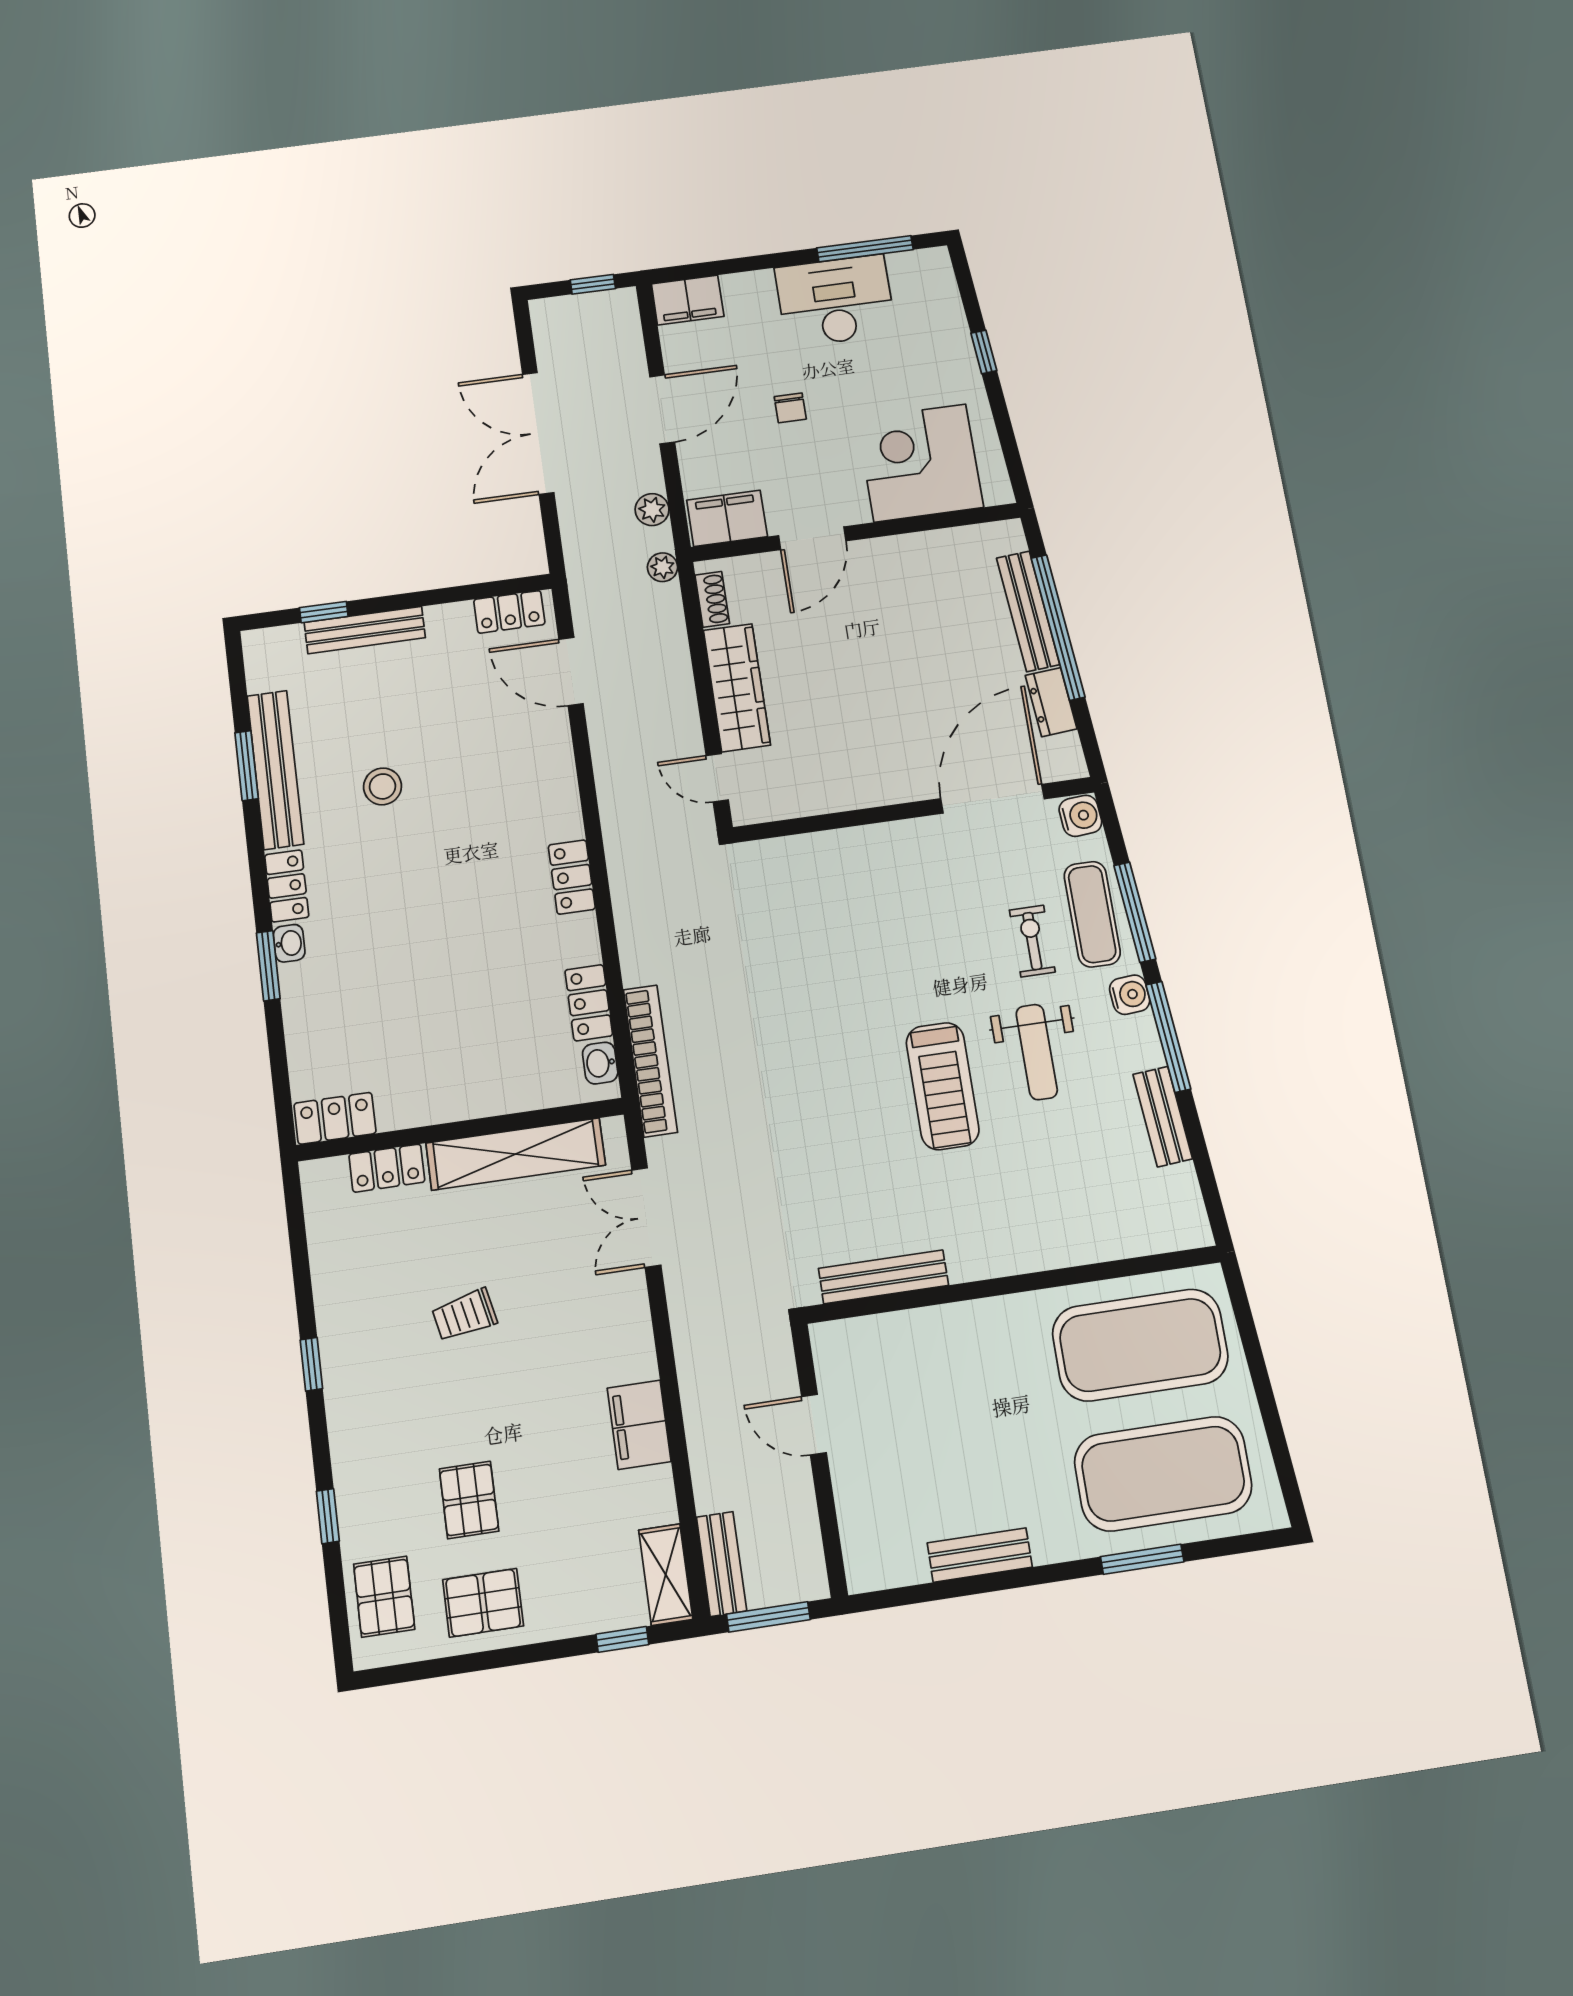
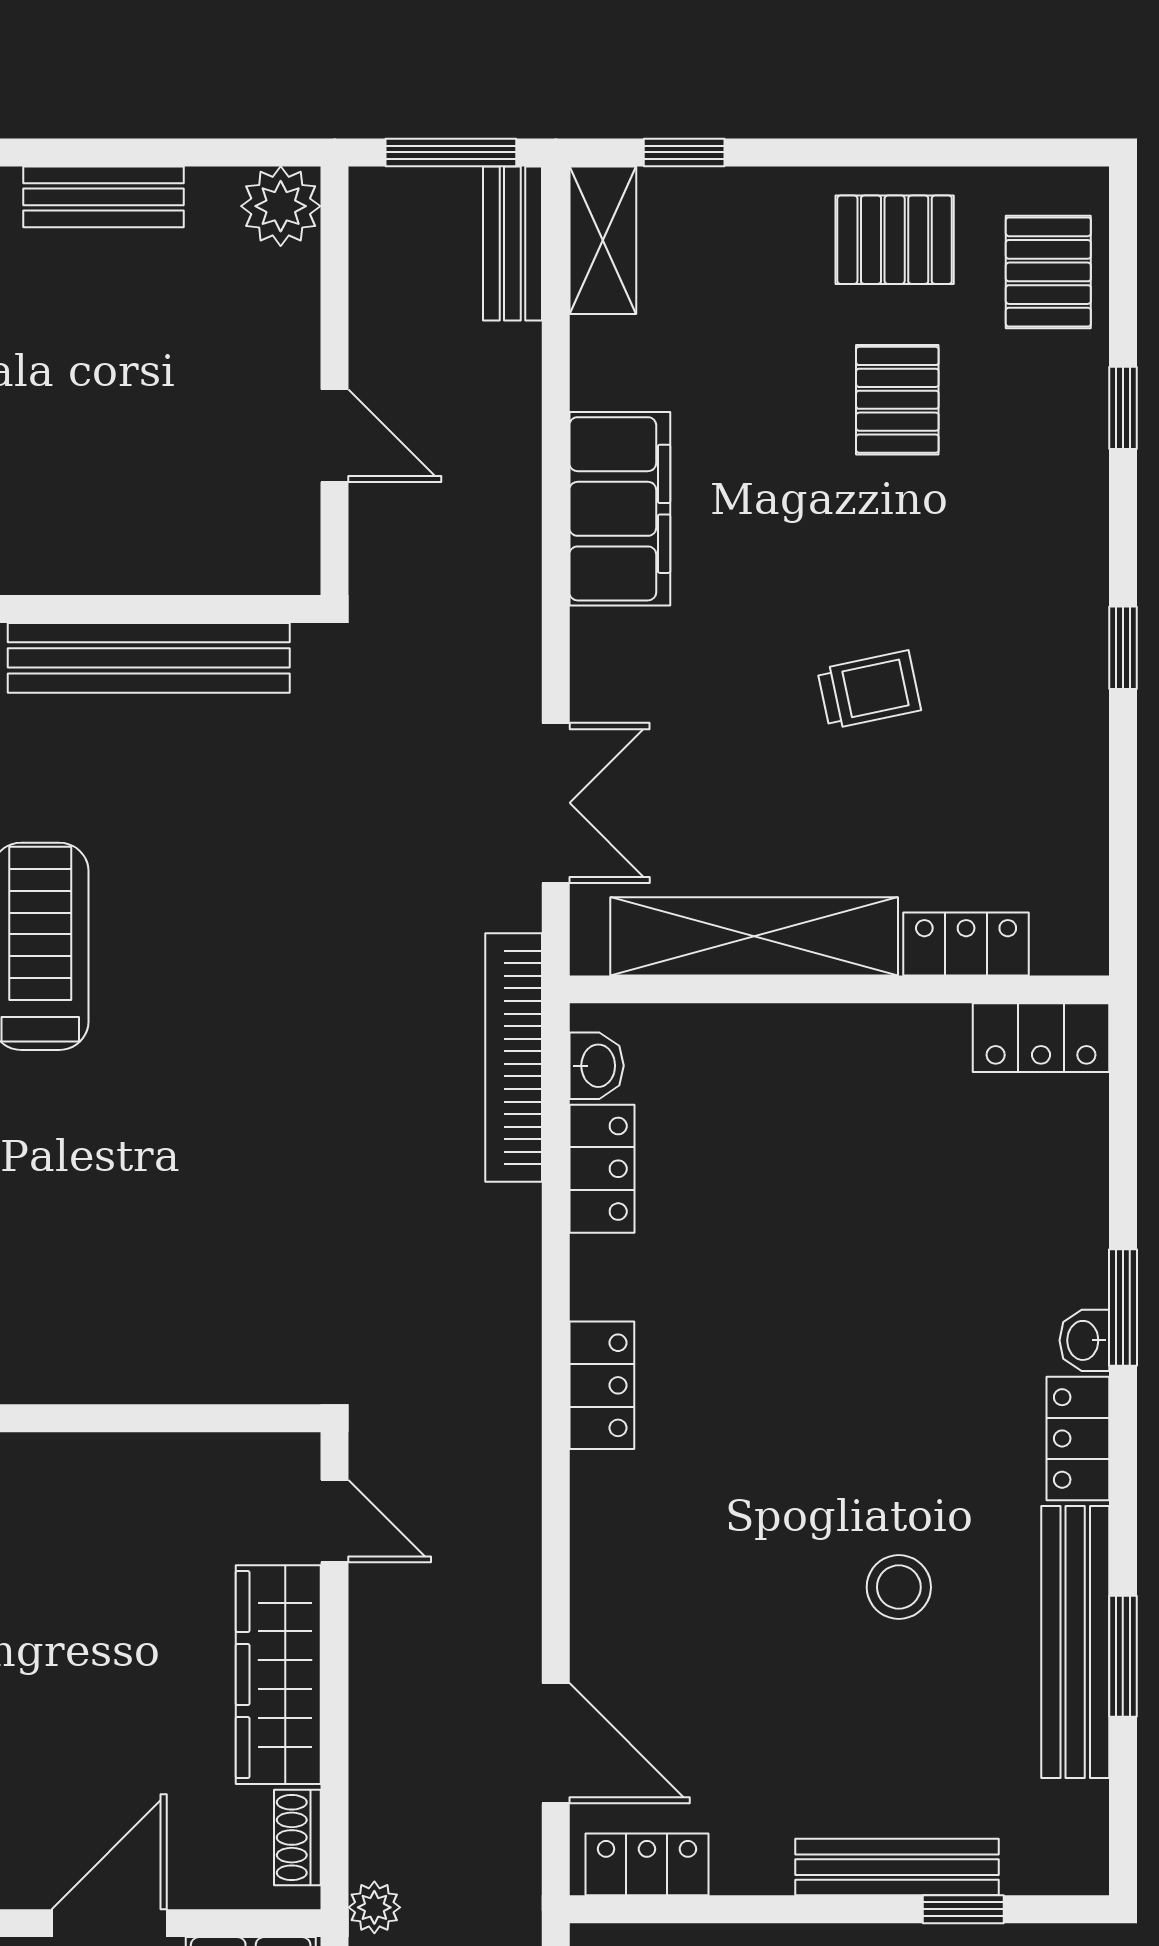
bench: (883, 1277) -> (149, 658), width x1.37, depth x1.21
filing cabinet: (639, 1425) -> (620, 509), width x1.50, depth x1.17
plant: (869, 1566) -> (281, 206), added

